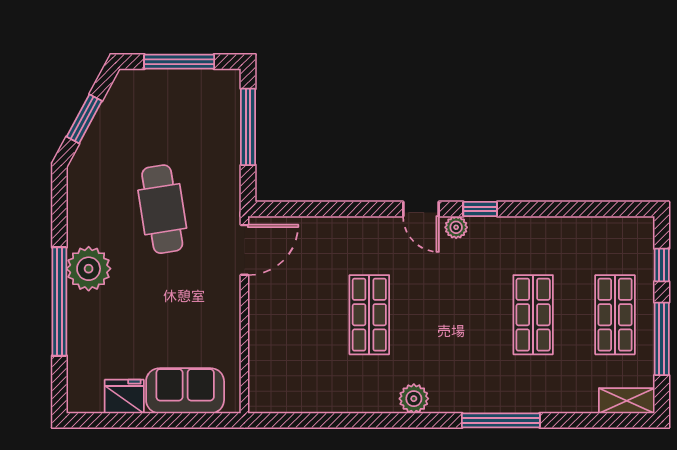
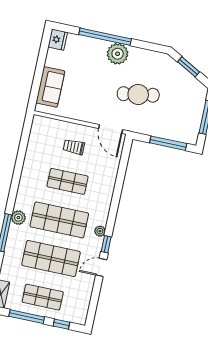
door: (421, 209) -> (101, 267), moved
shop shelf: (451, 315) -> (59, 220), added
shop shelf: (533, 315) -> (51, 258), width x1.43, depth x1.36
trolley: (297, 317) -> (74, 147), added
fridge: (124, 396) -> (58, 40), moved
plant: (414, 399) -> (18, 218), moved

